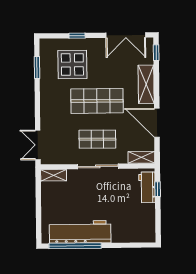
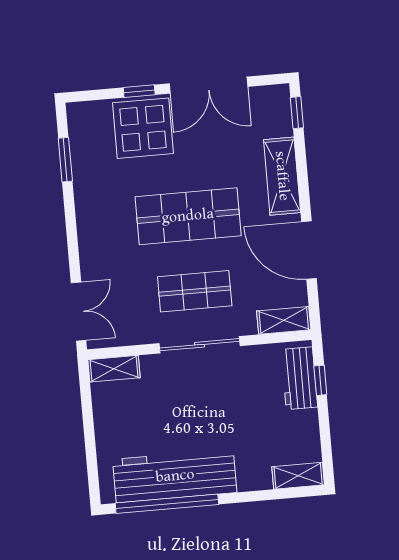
double door: (126, 35) -> (209, 85), moved
display table: (72, 64) -> (143, 128), moved
double door: (38, 145) -> (79, 312), swing flipped
shelving: (143, 237) -> (298, 476), added

